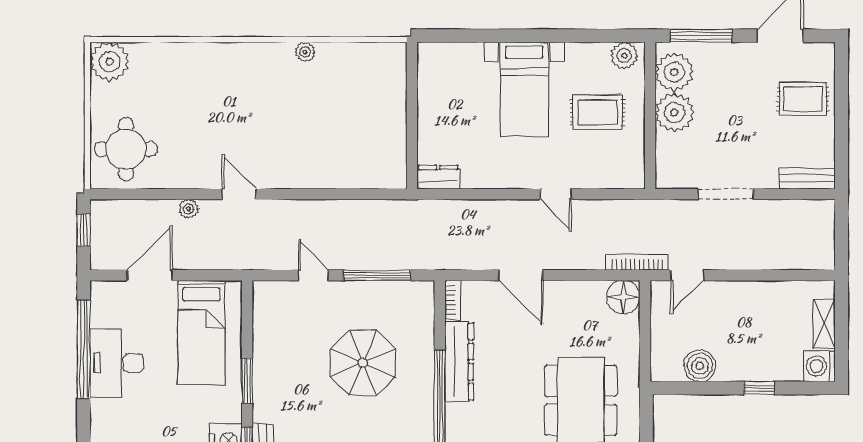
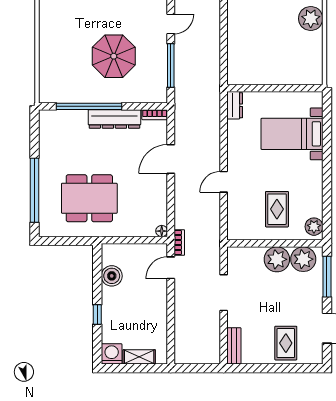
plant: (305, 52) -> (311, 19), width x1.87, depth x1.87
bed with nightstands: (524, 89) -> (292, 134), moved
bookcase: (637, 262) -> (179, 243), width x0.64
door: (687, 275) -> (171, 268), hinge flipped
floor lamp: (623, 297) -> (162, 231), width x0.53, depth x0.53

